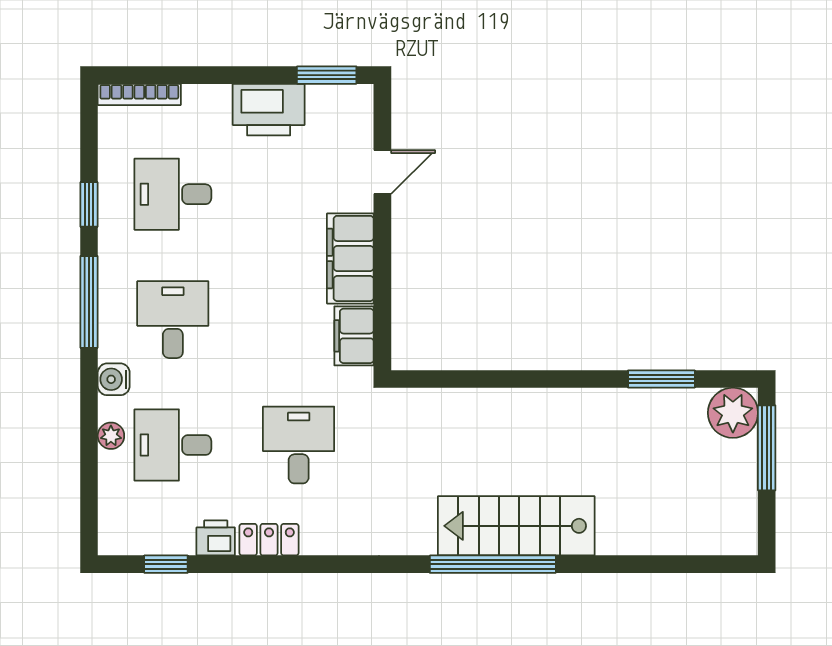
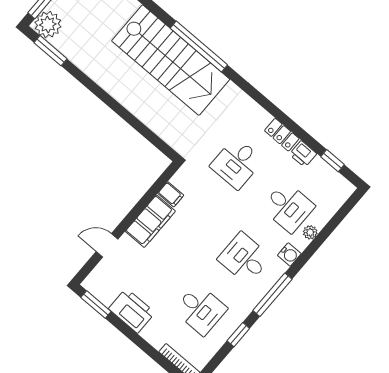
desk: (173, 320) -> (244, 258), turned 90
filing cabinet: (354, 336) -> (171, 194), width x0.50
window: (661, 379) -> (50, 51), moved
stairs: (516, 526) -> (171, 60), width x1.36, depth x1.51

